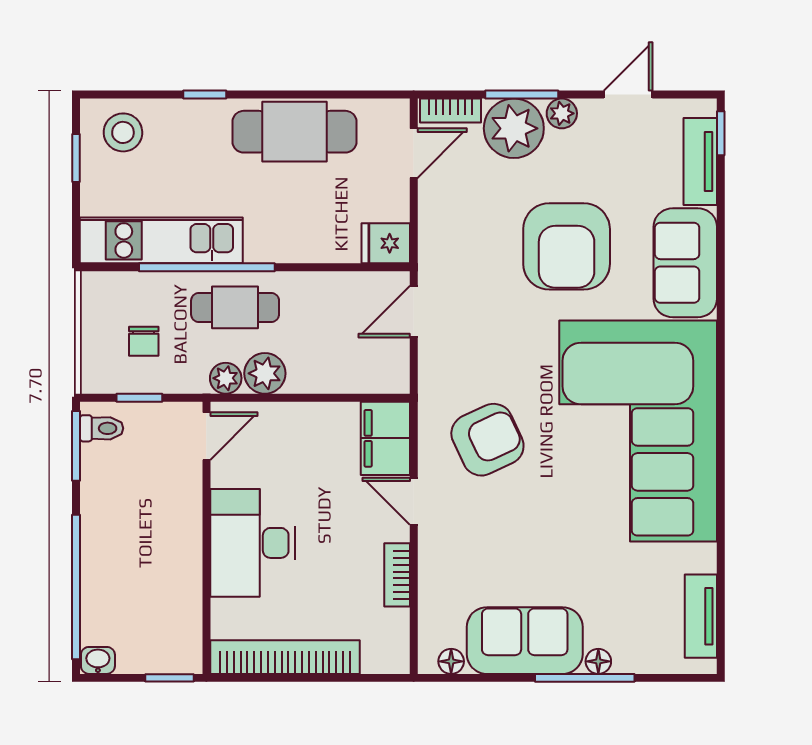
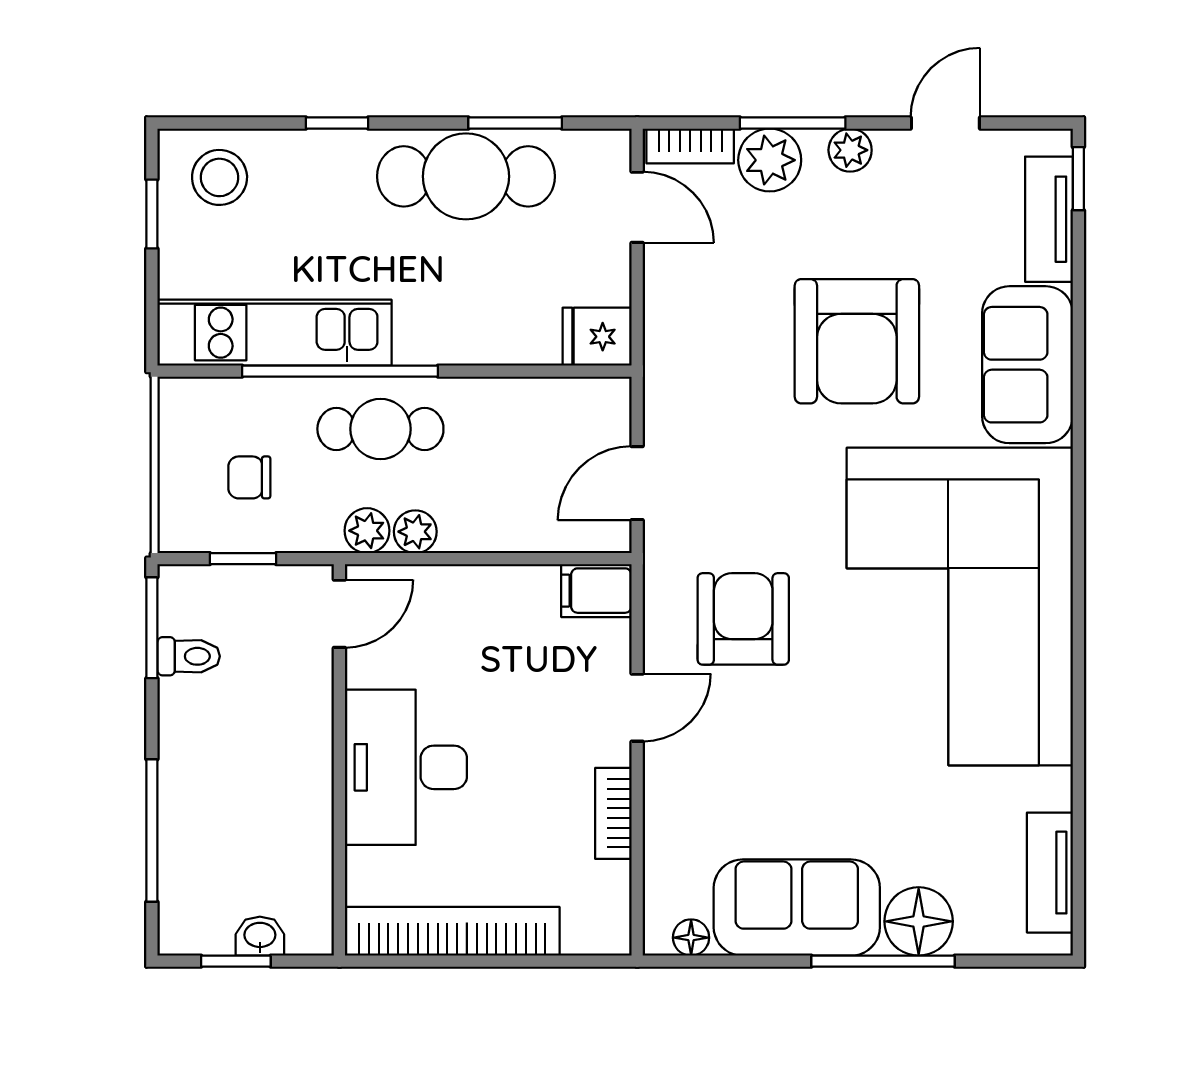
window: (329, 95) -> (515, 123), added
plant: (514, 128) -> (770, 160), width x0.73, depth x0.73
door: (414, 153) -> (637, 207), hinge flipped
door: (414, 312) -> (637, 483), moved
chair: (144, 341) -> (249, 477), turned 90
plant: (265, 373) -> (415, 532), width x0.73, depth x0.73
toilet: (101, 428) -> (189, 656), moved
filing cabinet: (385, 438) -> (596, 591), width x0.50
armchair: (487, 440) -> (743, 619), turned -65
door: (414, 501) -> (637, 708), swing flipped
window: (76, 587) -> (152, 831), width x0.68
washbasin: (98, 660) -> (260, 936), moved
floor lamp: (598, 661) -> (919, 921), width x1.89, depth x1.89
window: (170, 678) -> (236, 961), moved

